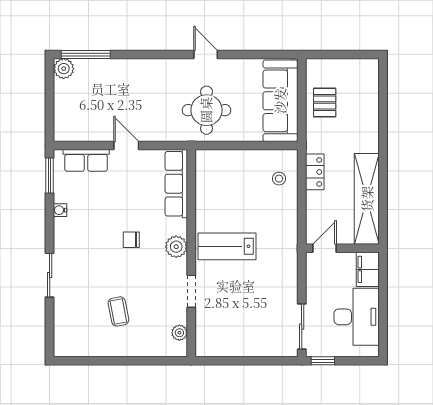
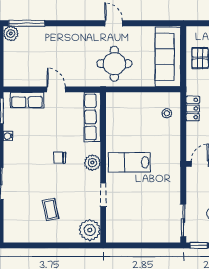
plant: (179, 333) -> (90, 230), width x1.88, depth x1.88

